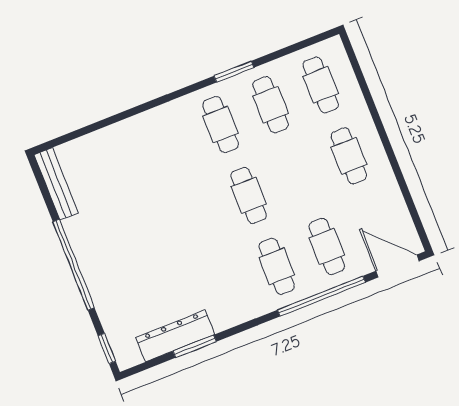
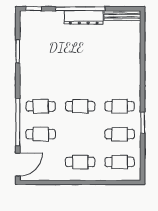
dresser: (175, 336) -> (84, 17), moved, turned 90

